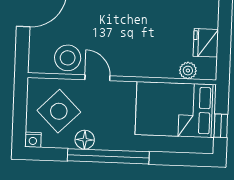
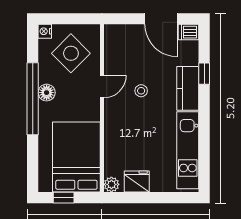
stool: (68, 58) -> (141, 91), moved, width x0.53, depth x0.53
plant: (188, 71) -> (111, 184), moved
floor lamp: (85, 140) -> (47, 93), moved

